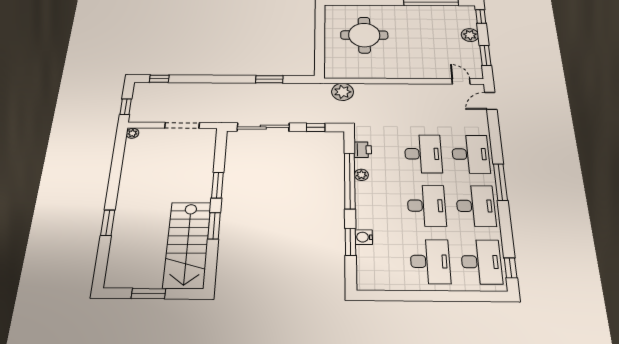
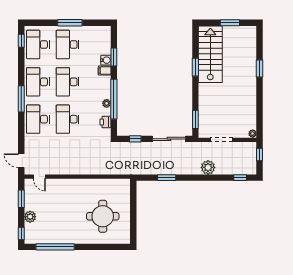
plant: (343, 92) -> (208, 167), moved
door: (491, 101) -> (21, 161), swing flipped
window: (217, 185) -> (195, 119), moved
filing cabinet: (366, 222) -> (105, 71), added
window: (428, 296) -> (70, 23), added

